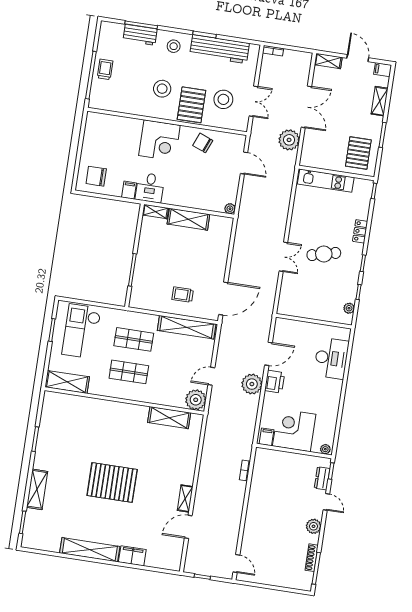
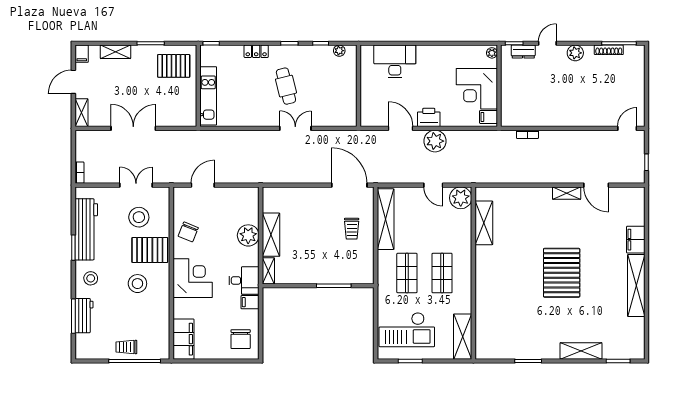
filing cabinet: (104, 123) -> (183, 339), added
plant: (289, 140) -> (171, 141), removed
plant: (230, 209) -> (248, 235), moved, width x1.87, depth x1.87

